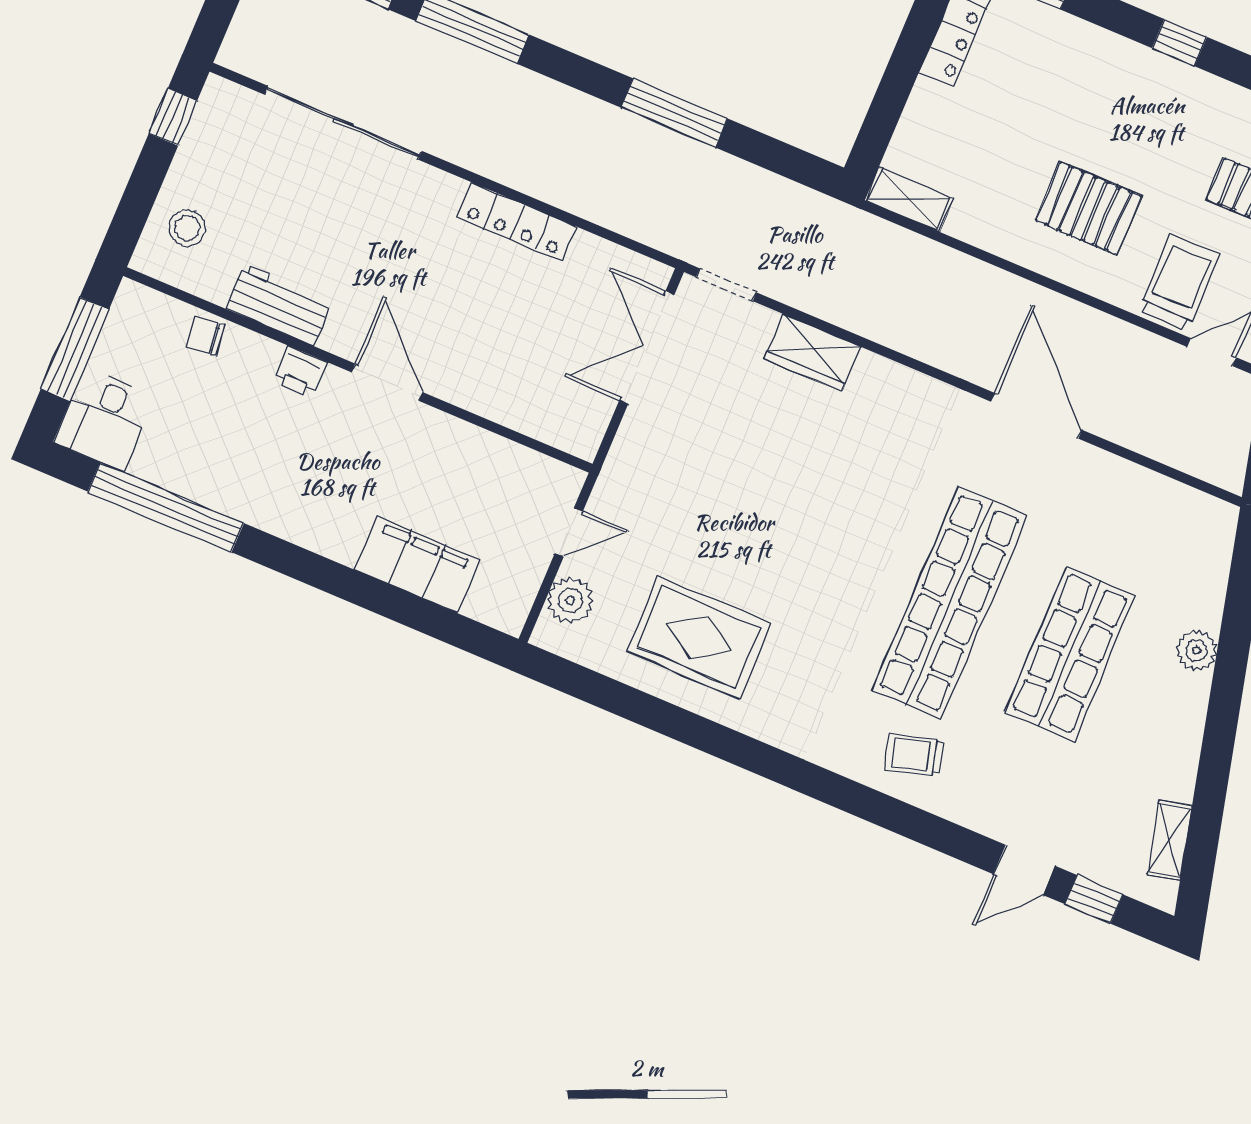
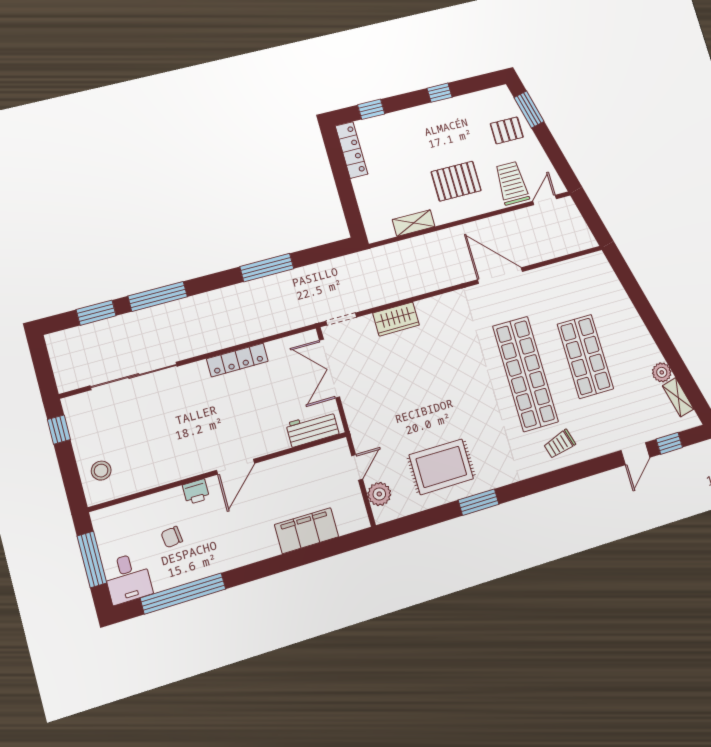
shelving: (909, 199) -> (414, 223), moved
workbench: (279, 305) -> (312, 429), moved
chair: (205, 336) -> (172, 537), moved
door: (387, 382) -> (235, 467), swing flipped
plant: (1197, 651) -> (662, 372), moved
window: (713, 738) -> (479, 502), added

